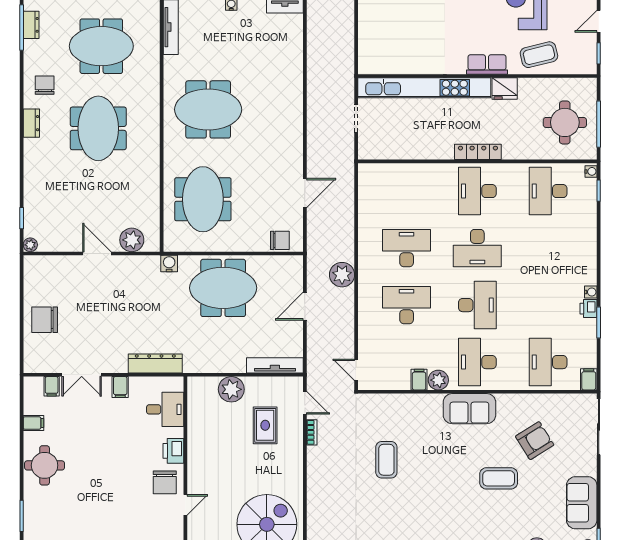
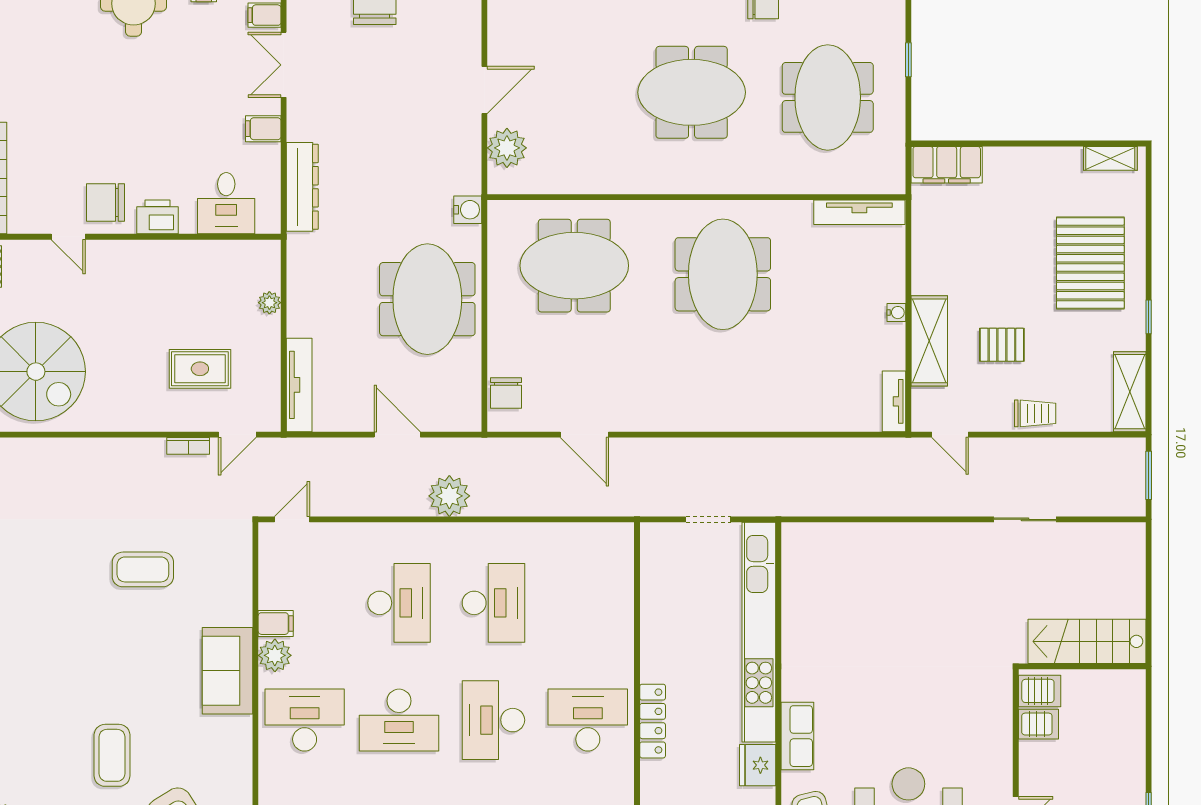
plant: (231, 389) -> (269, 303), width x0.53, depth x0.53
sofa: (469, 409) -> (228, 671), moved

